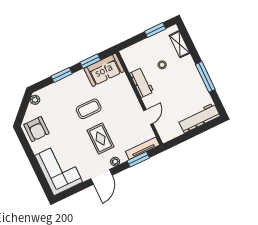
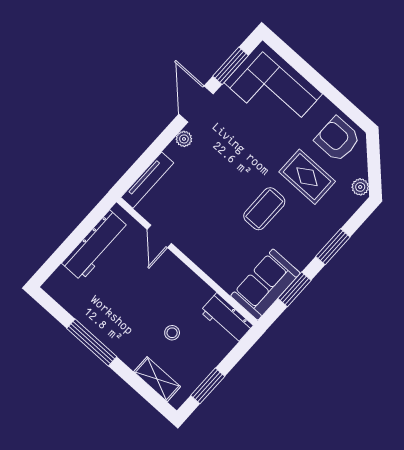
workbench: (142, 82) -> (227, 318), moved
workbench: (199, 118) -> (95, 245), moved
rug: (100, 139) -> (307, 177), moved
window: (138, 159) -> (231, 66), moved

